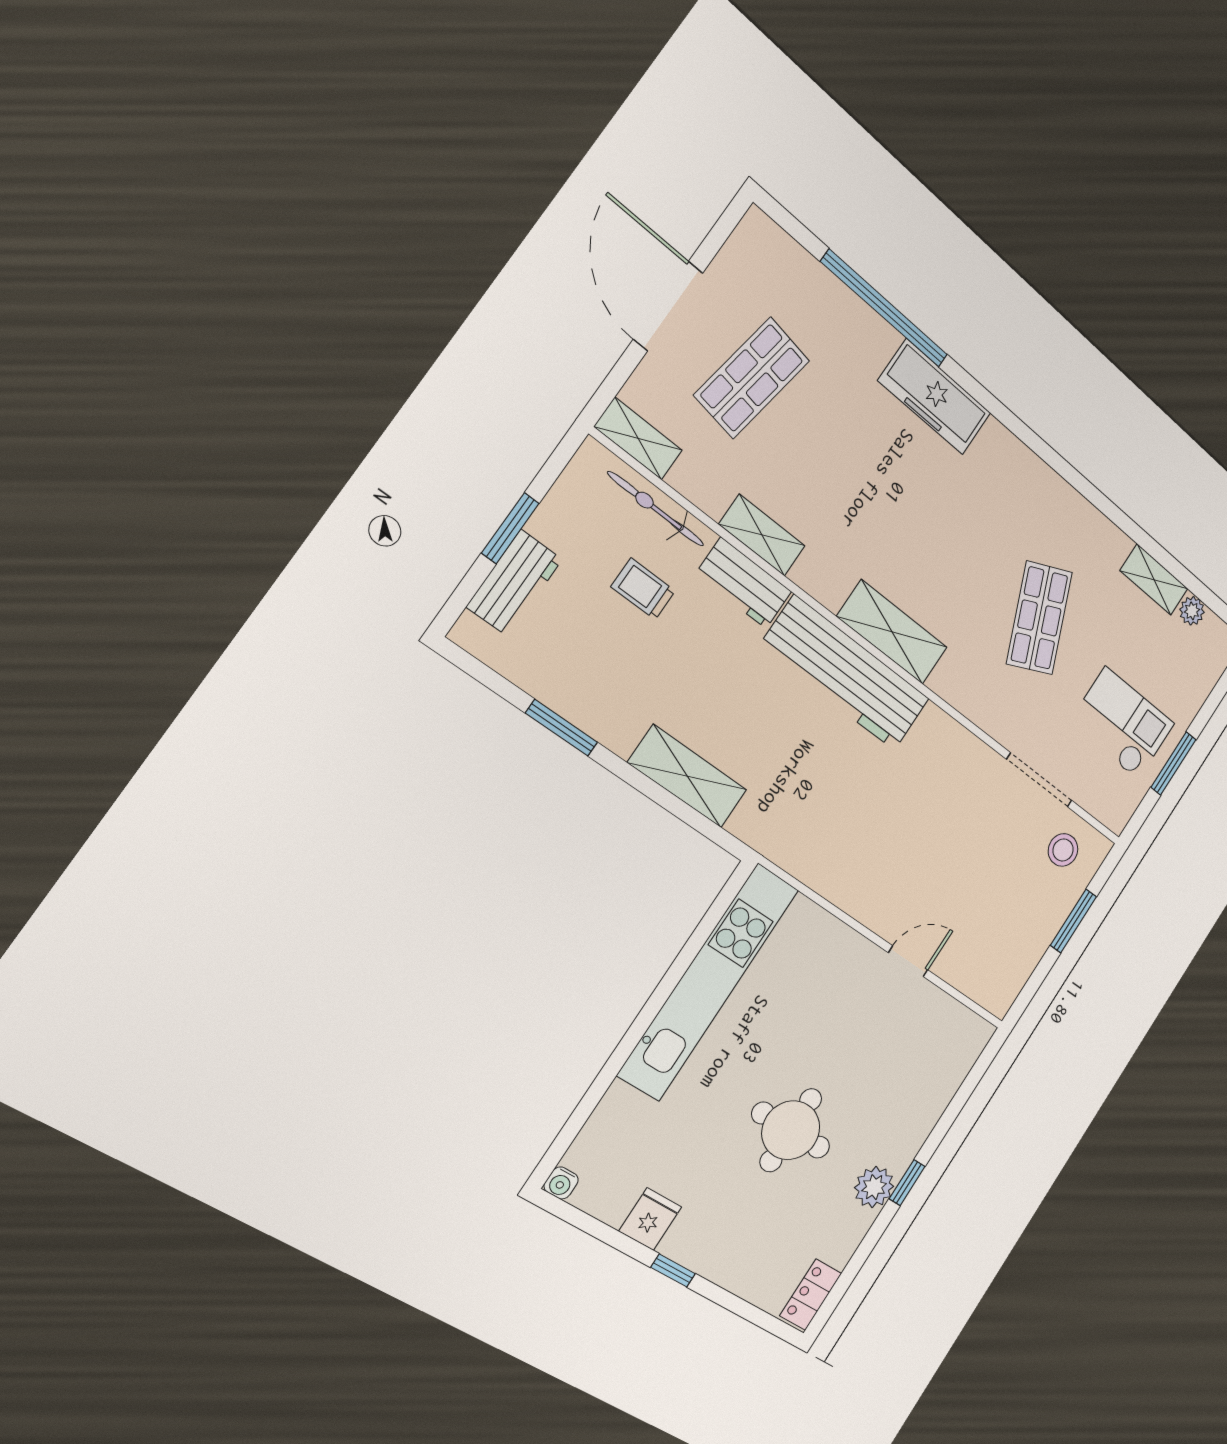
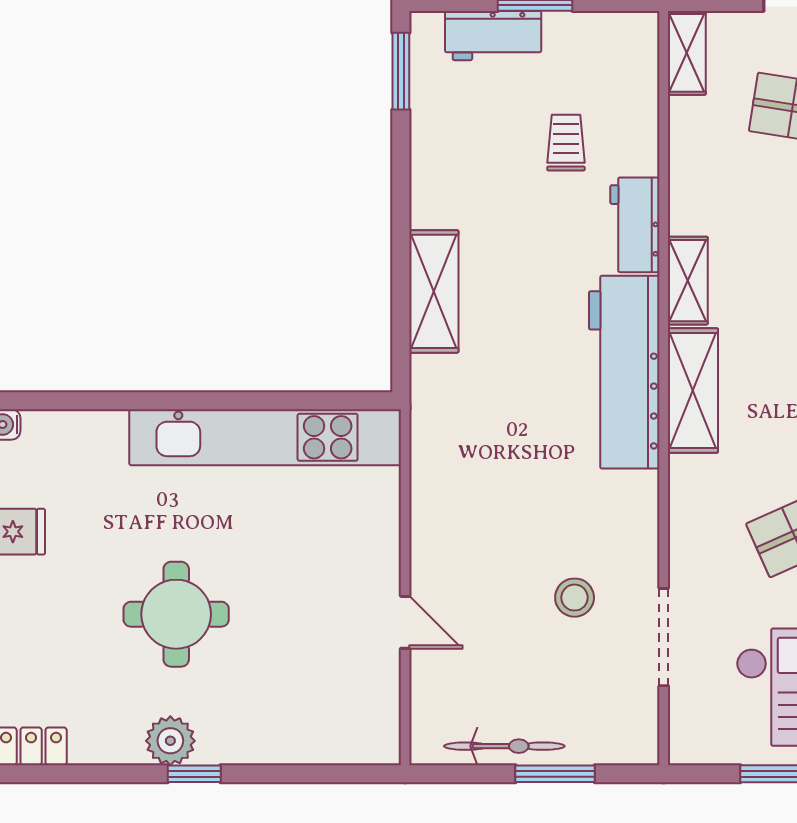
bicycle: (656, 509) -> (504, 746), moved, turned 90
shelving: (762, 535) -> (688, 281), moved
window: (562, 728) -> (401, 71), moved
stool: (1063, 850) -> (575, 598), moved

